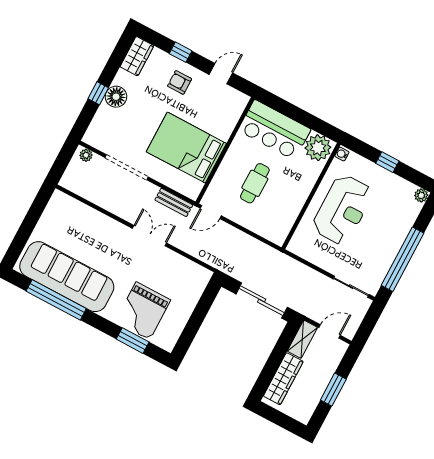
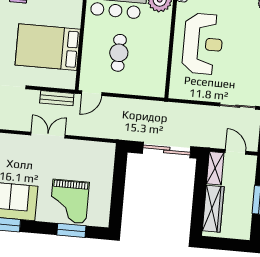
door: (330, 331) -> (236, 152), hinge flipped

